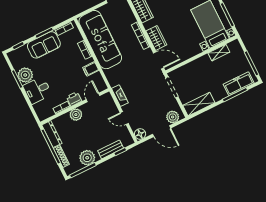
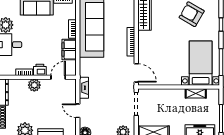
wardrobe: (156, 38) -> (144, 51), removed
filing cabinet: (91, 69) -> (69, 50), width x2.00

